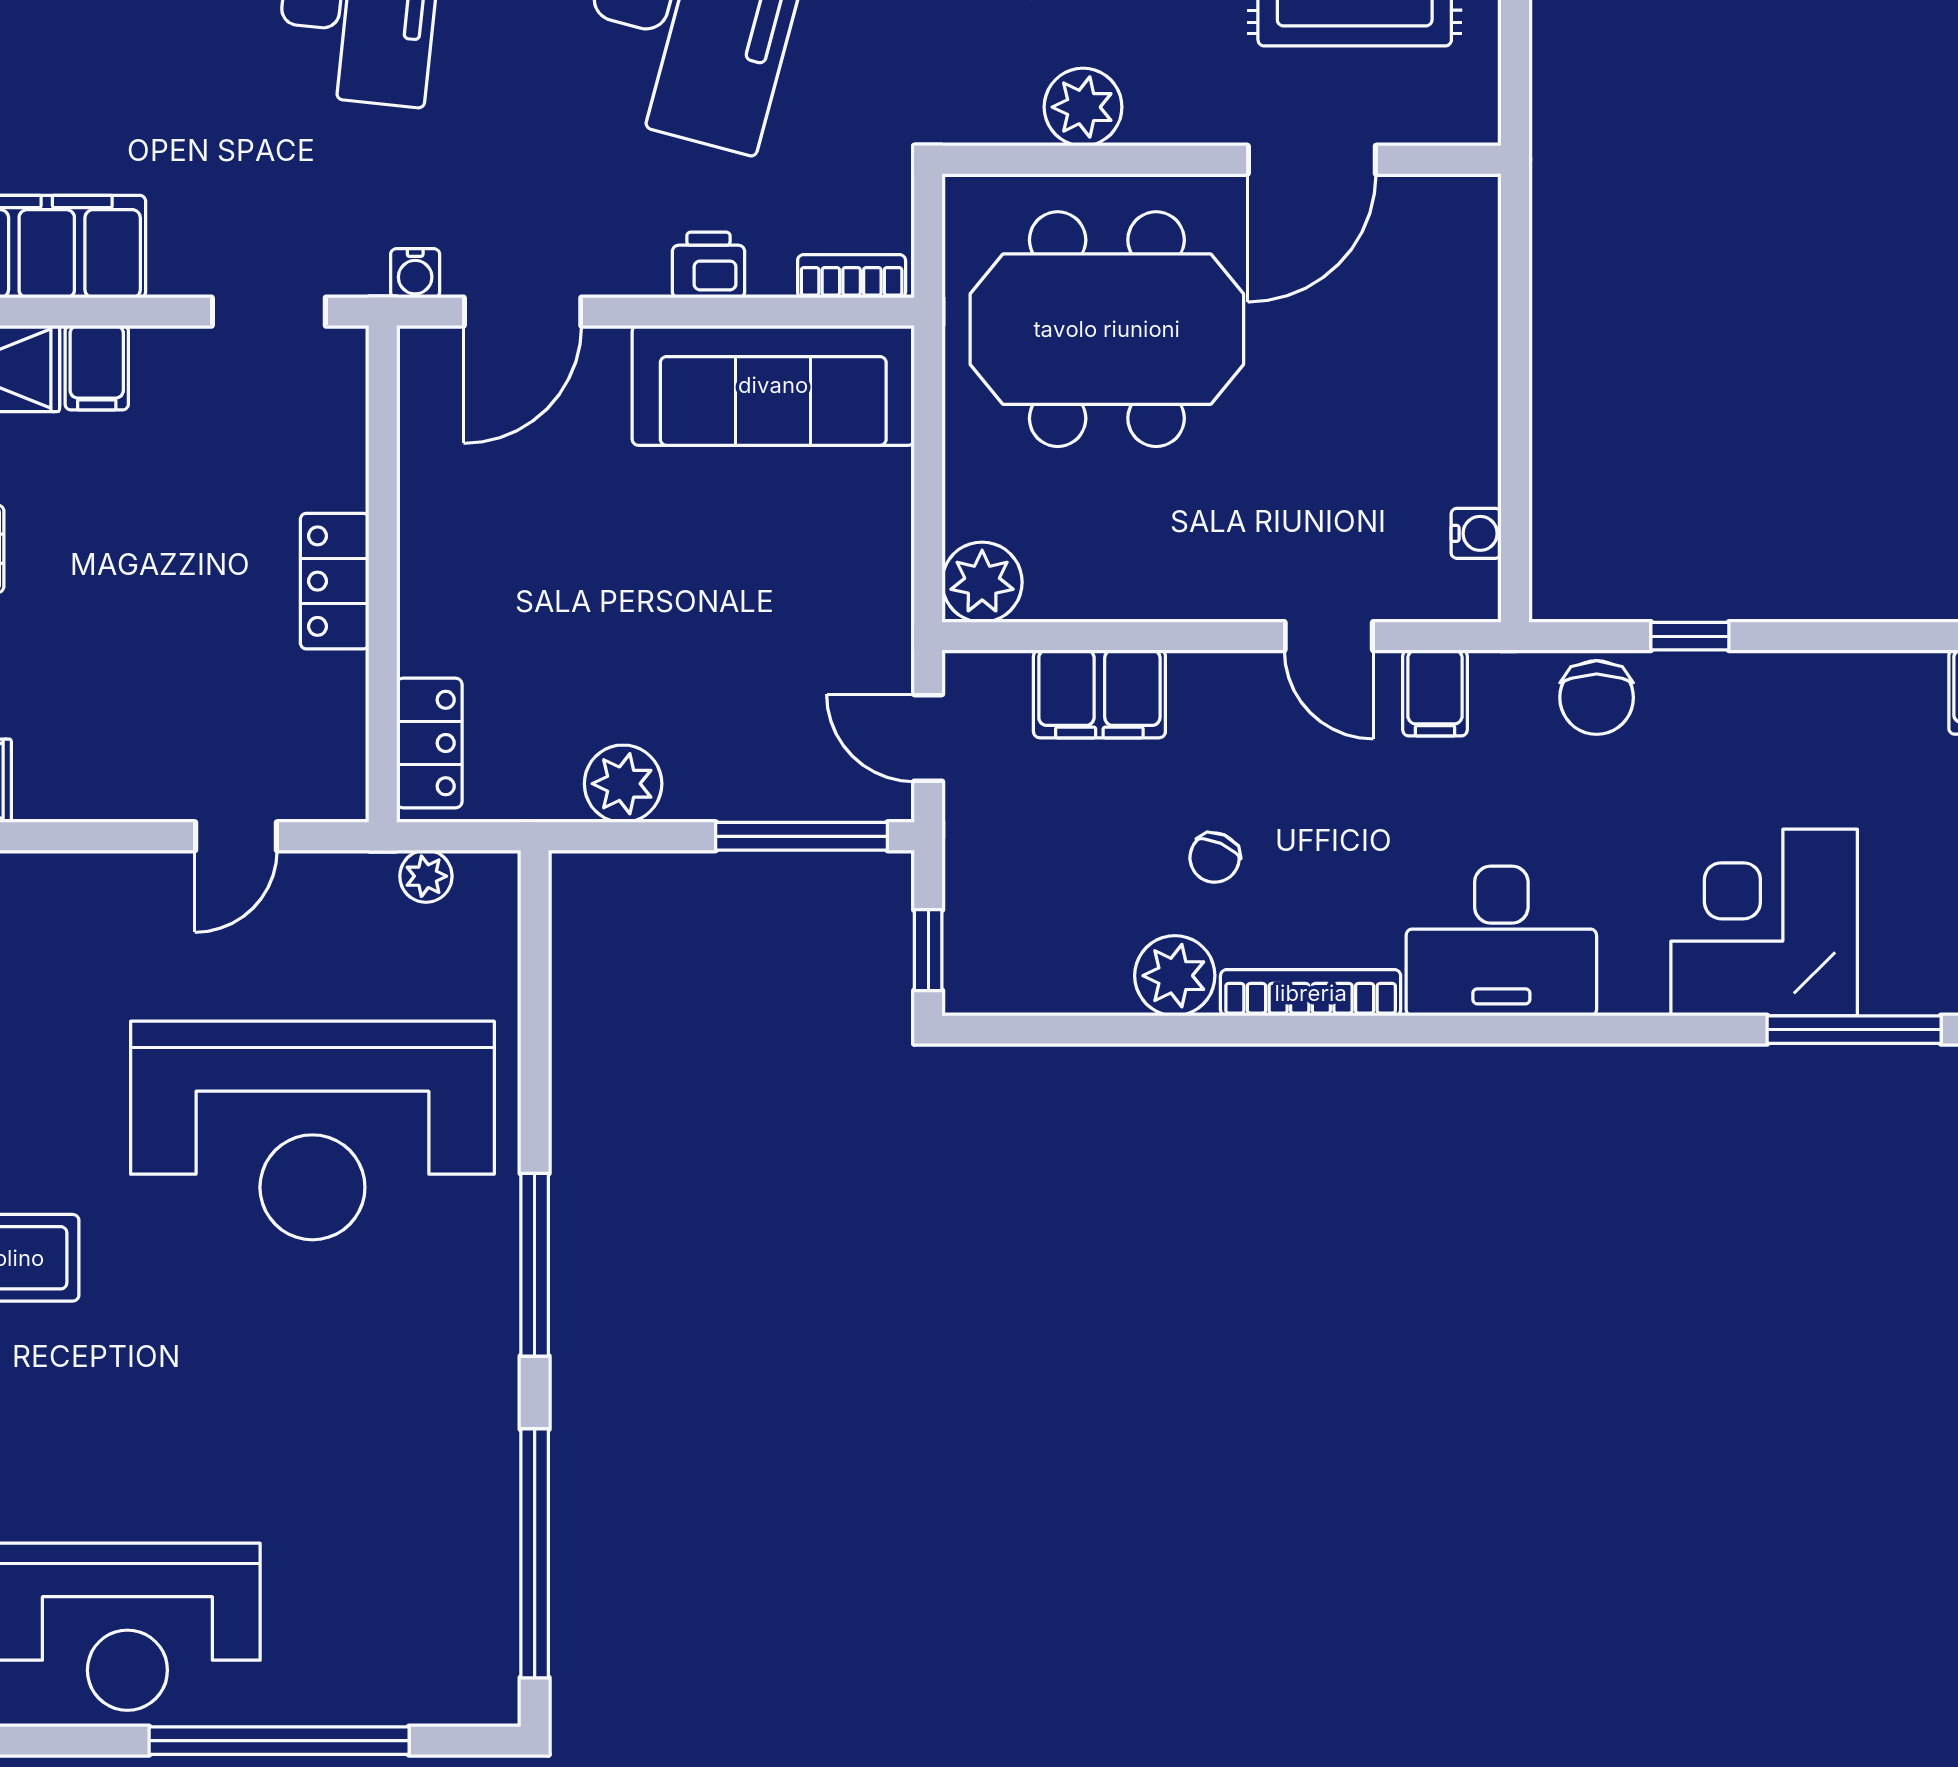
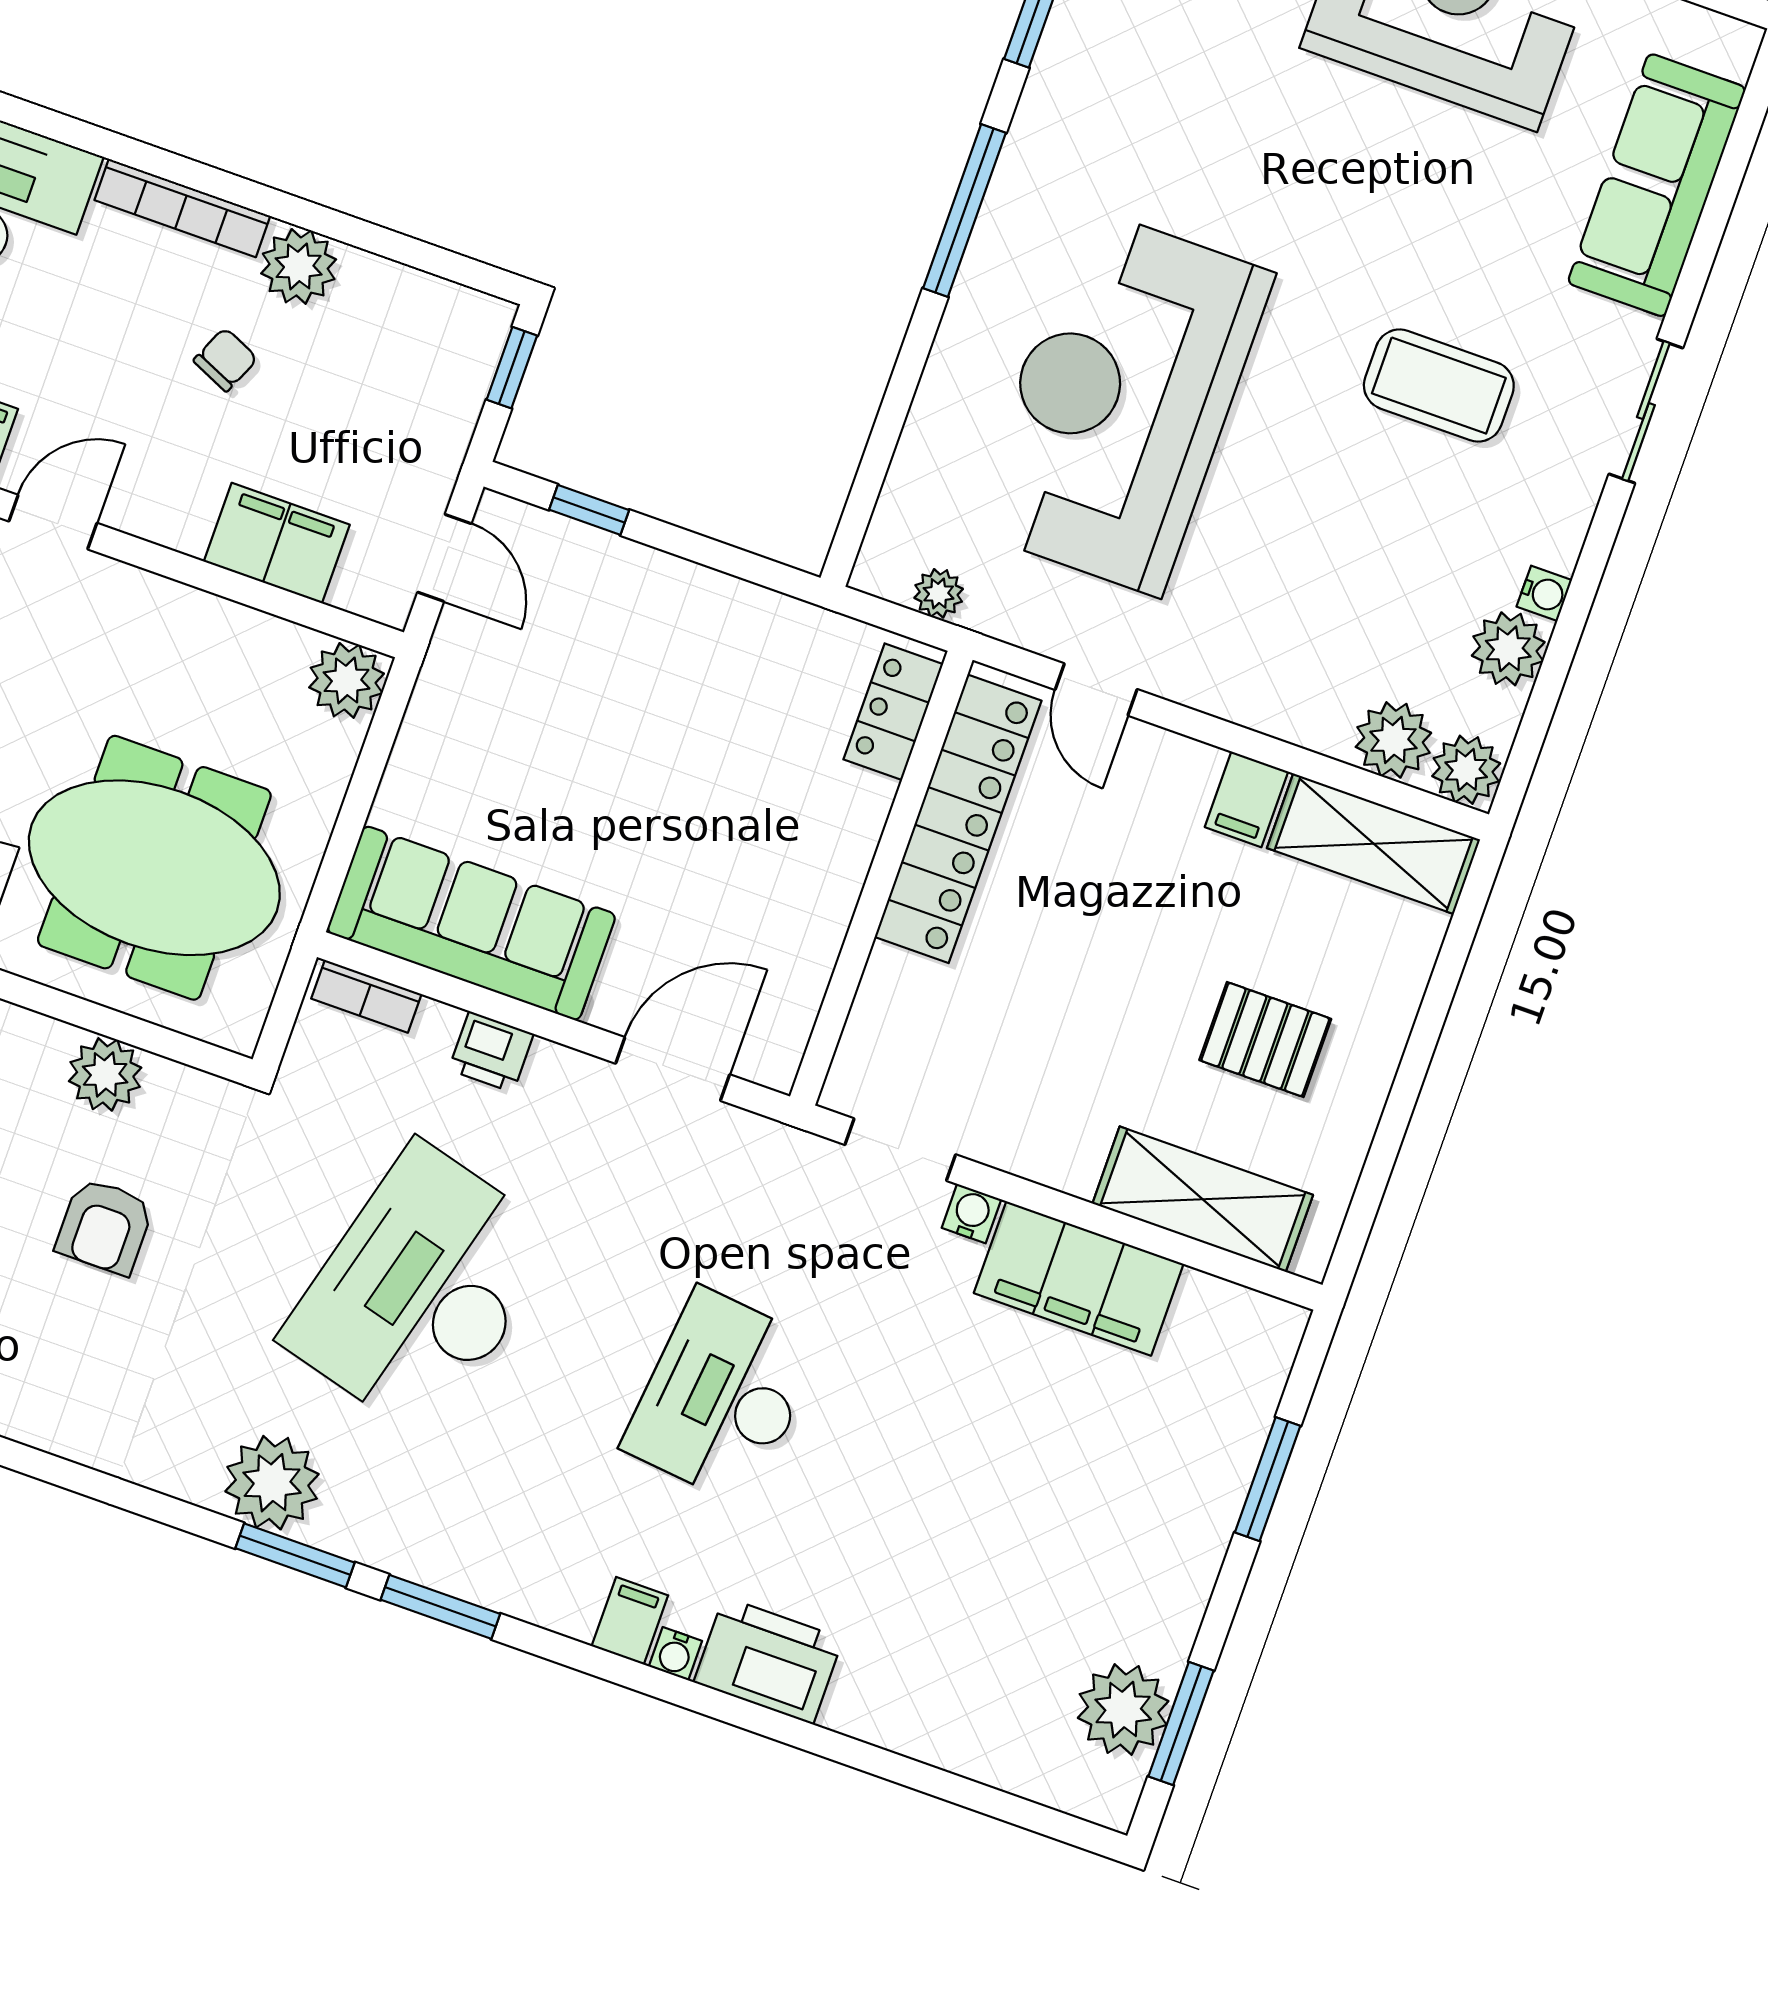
water cooler: (415, 273) -> (971, 1214), moved
filing cabinet: (97, 368) -> (1246, 799), moved, turned 180
locker: (335, 581) -> (958, 819), width x2.16, depth x1.21
door: (1329, 636) -> (53, 522), hinge flipped
plant: (623, 784) -> (732, 614), removed
door: (236, 836) -> (1096, 690), swing flipped
window: (802, 836) -> (589, 510), width x0.46
reception desk: (312, 1130) -> (1121, 401), turned -90

